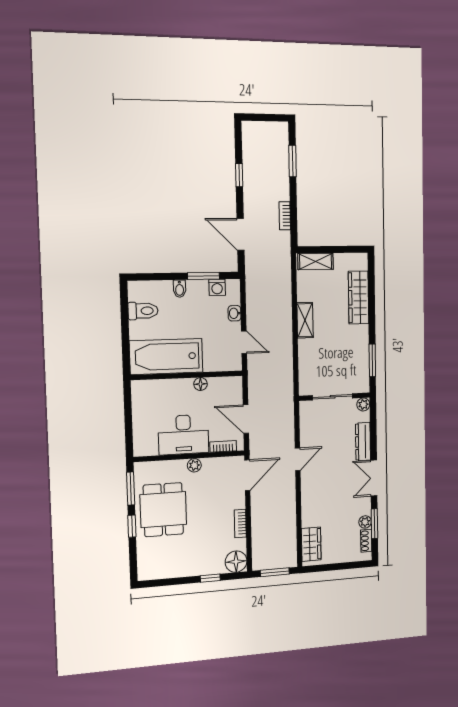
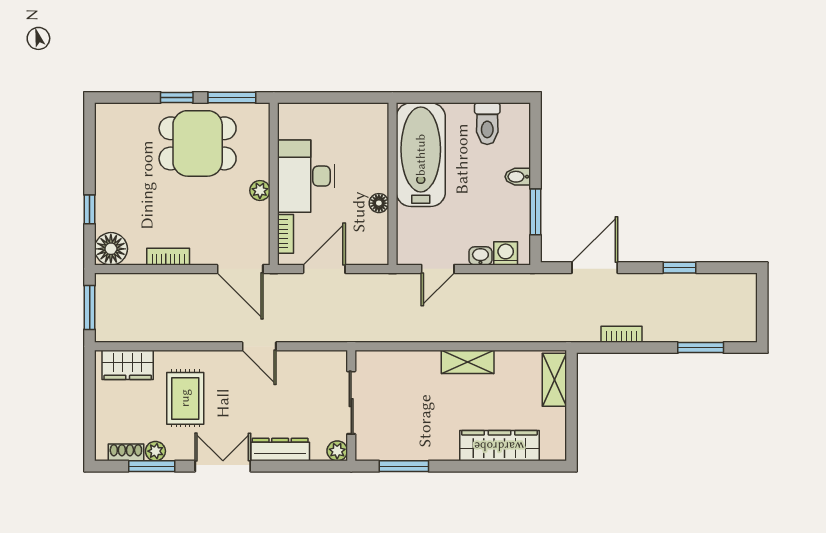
washing machine: (217, 287) -> (506, 253), moved, turned 90
rug: (332, 505) -> (185, 398), added

